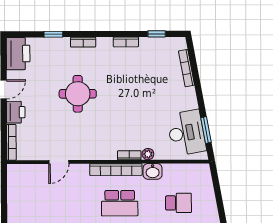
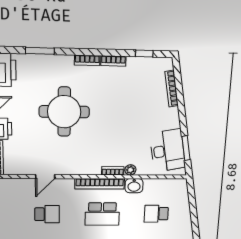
window: (53, 34) -> (40, 51), width x1.50
bookcase: (83, 42) -> (87, 60), moved
round table: (78, 94) -> (64, 112), width x1.36, depth x1.36
school desk: (61, 203) -> (47, 214), added
school desk: (178, 203) -> (156, 214), turned 180

